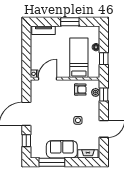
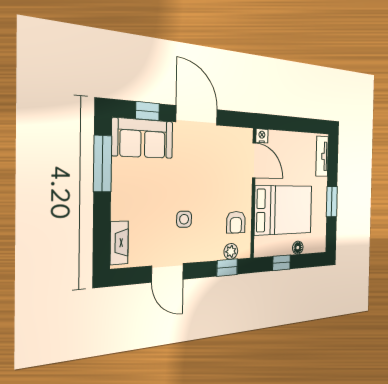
bed: (79, 58) -> (284, 210), width x1.50
sofa: (62, 149) -> (143, 138), moved, turned 90

